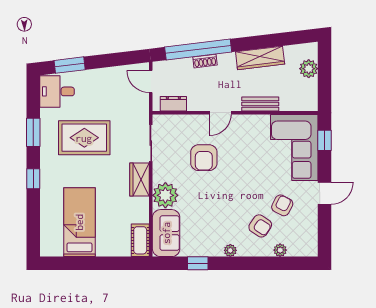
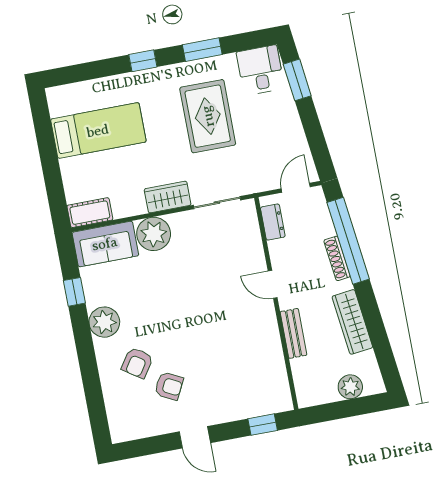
shoe rack: (205, 61) -> (337, 258), width x1.43
corner sofa: (294, 148) -> (246, 387), removed
armchair: (204, 158) -> (211, 274), removed
plant: (230, 250) -> (104, 322), width x1.87, depth x1.87
plant: (280, 250) -> (111, 394), removed

